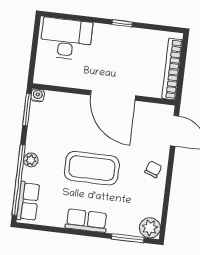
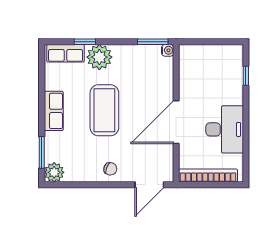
window: (122, 23) -> (246, 76), moved
desk: (66, 39) -> (225, 129), moved
plant: (31, 160) -> (99, 57), width x1.88, depth x1.88
window: (19, 180) -> (85, 42), width x0.32

